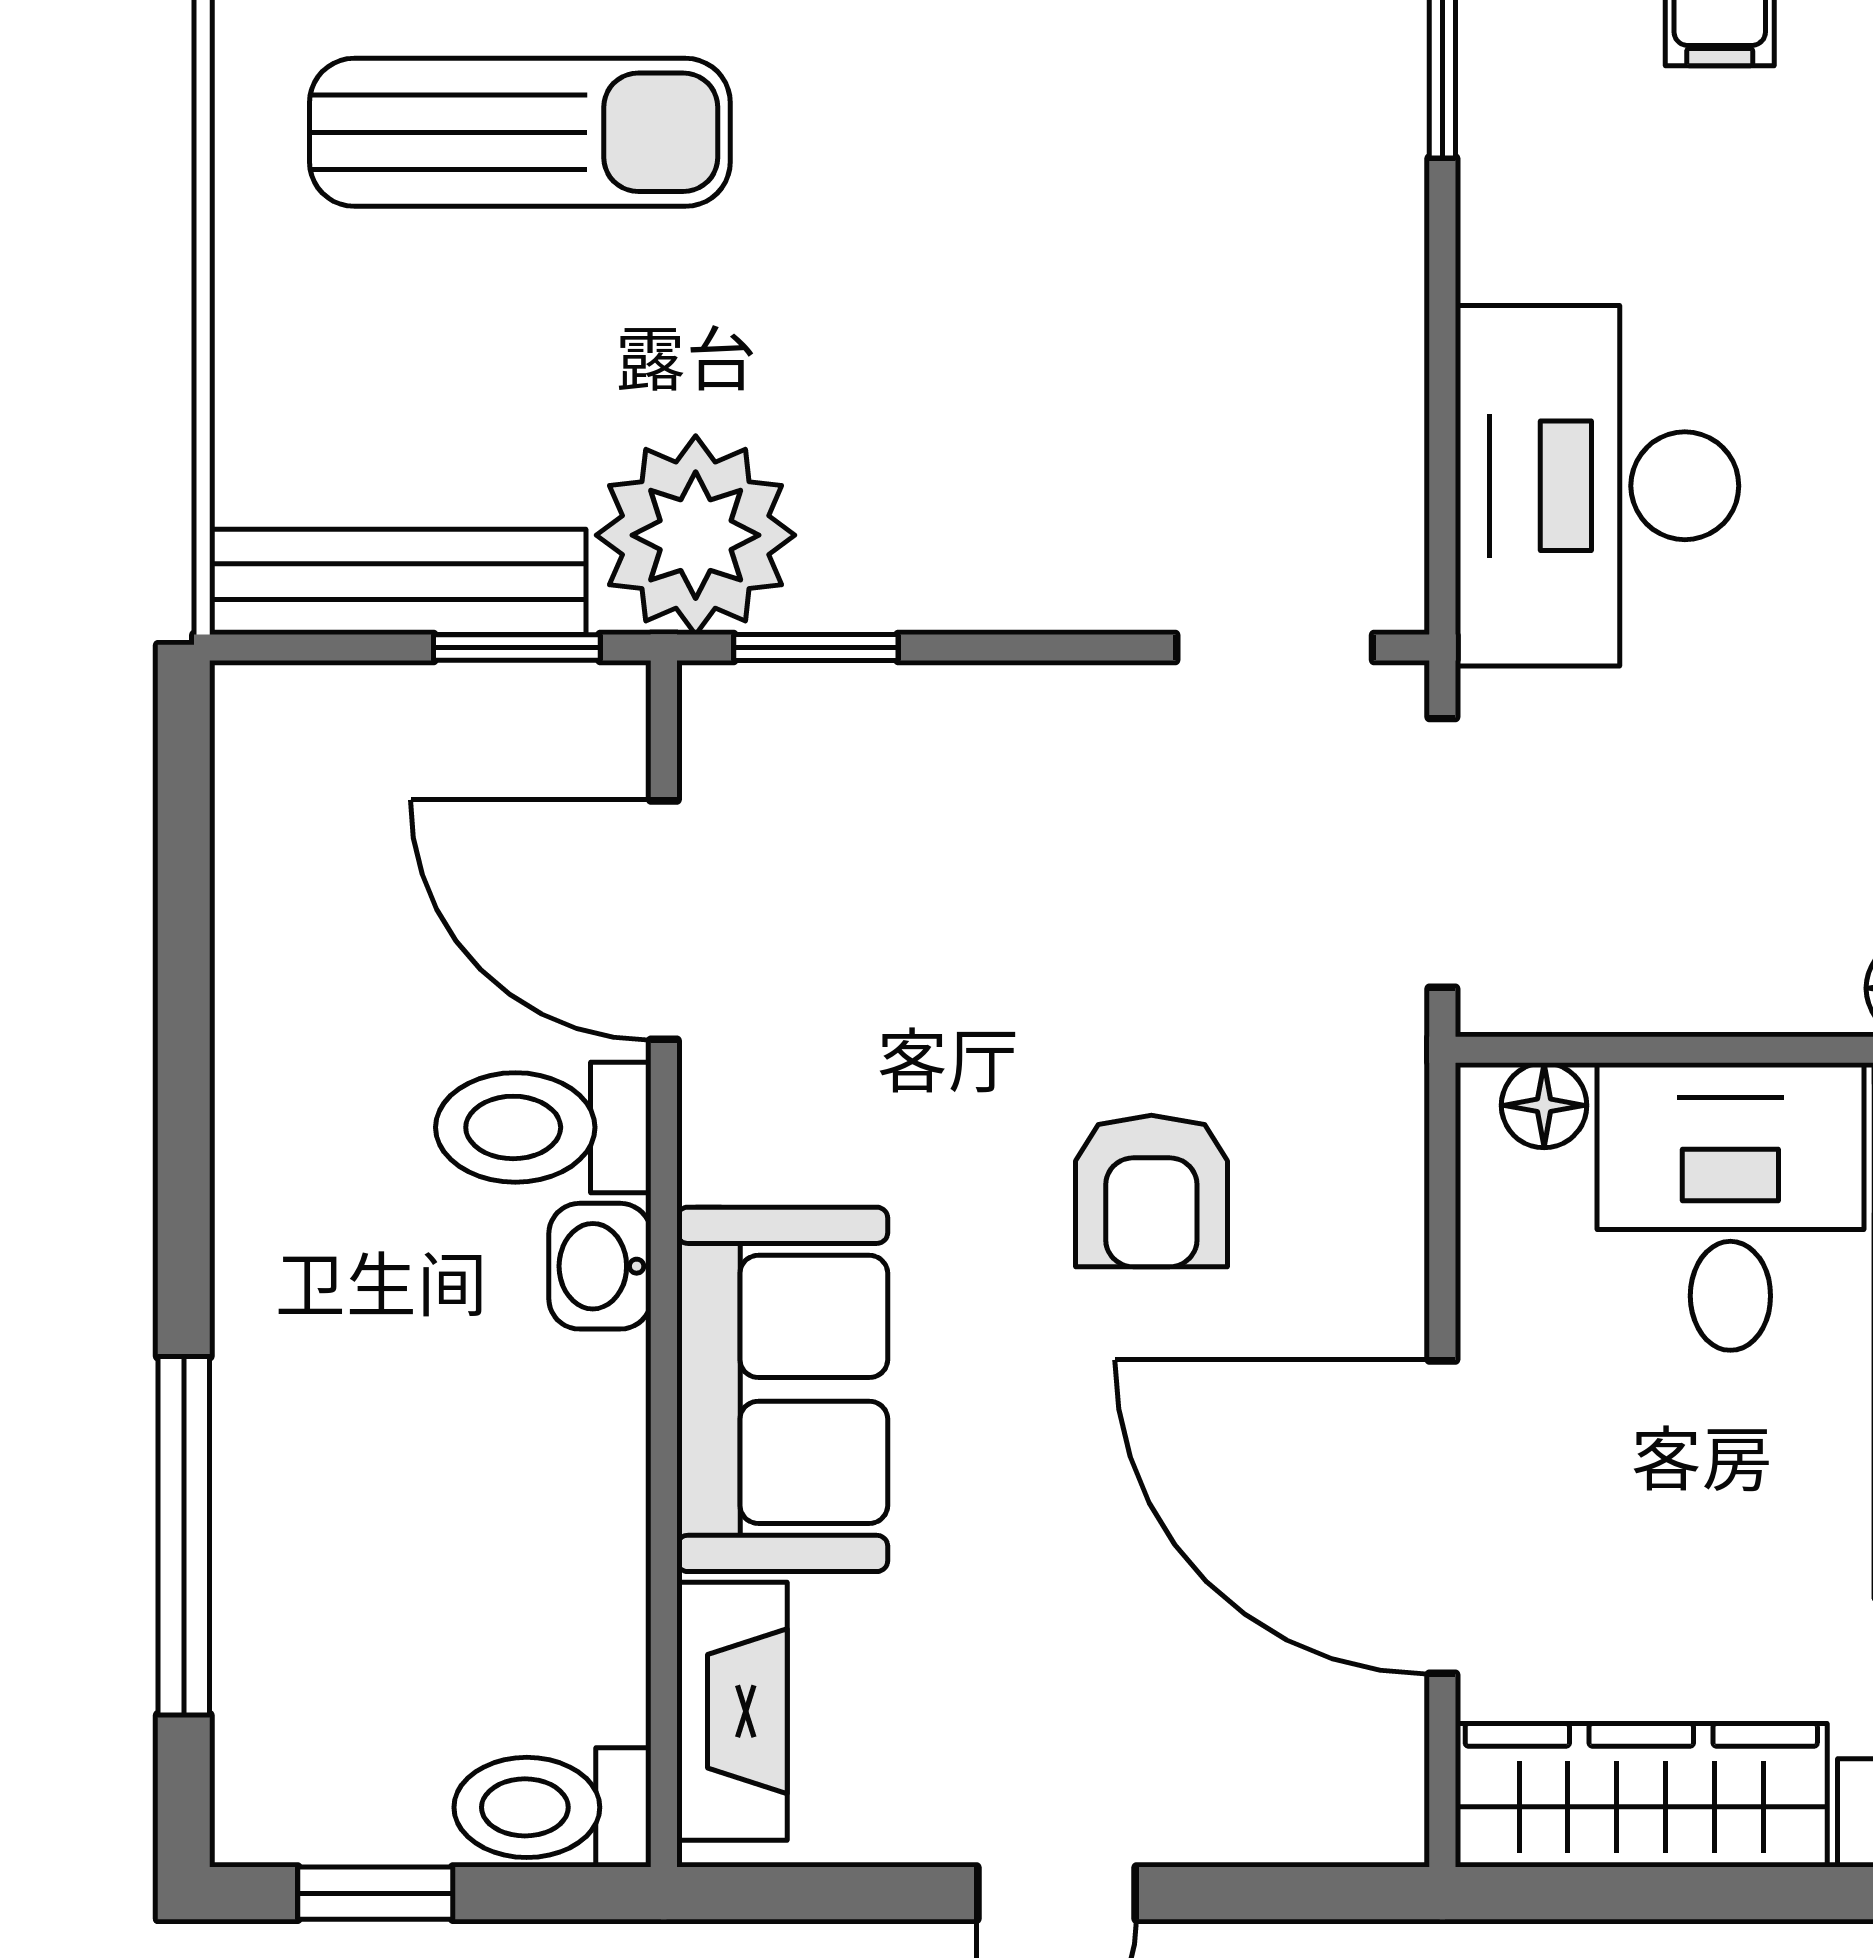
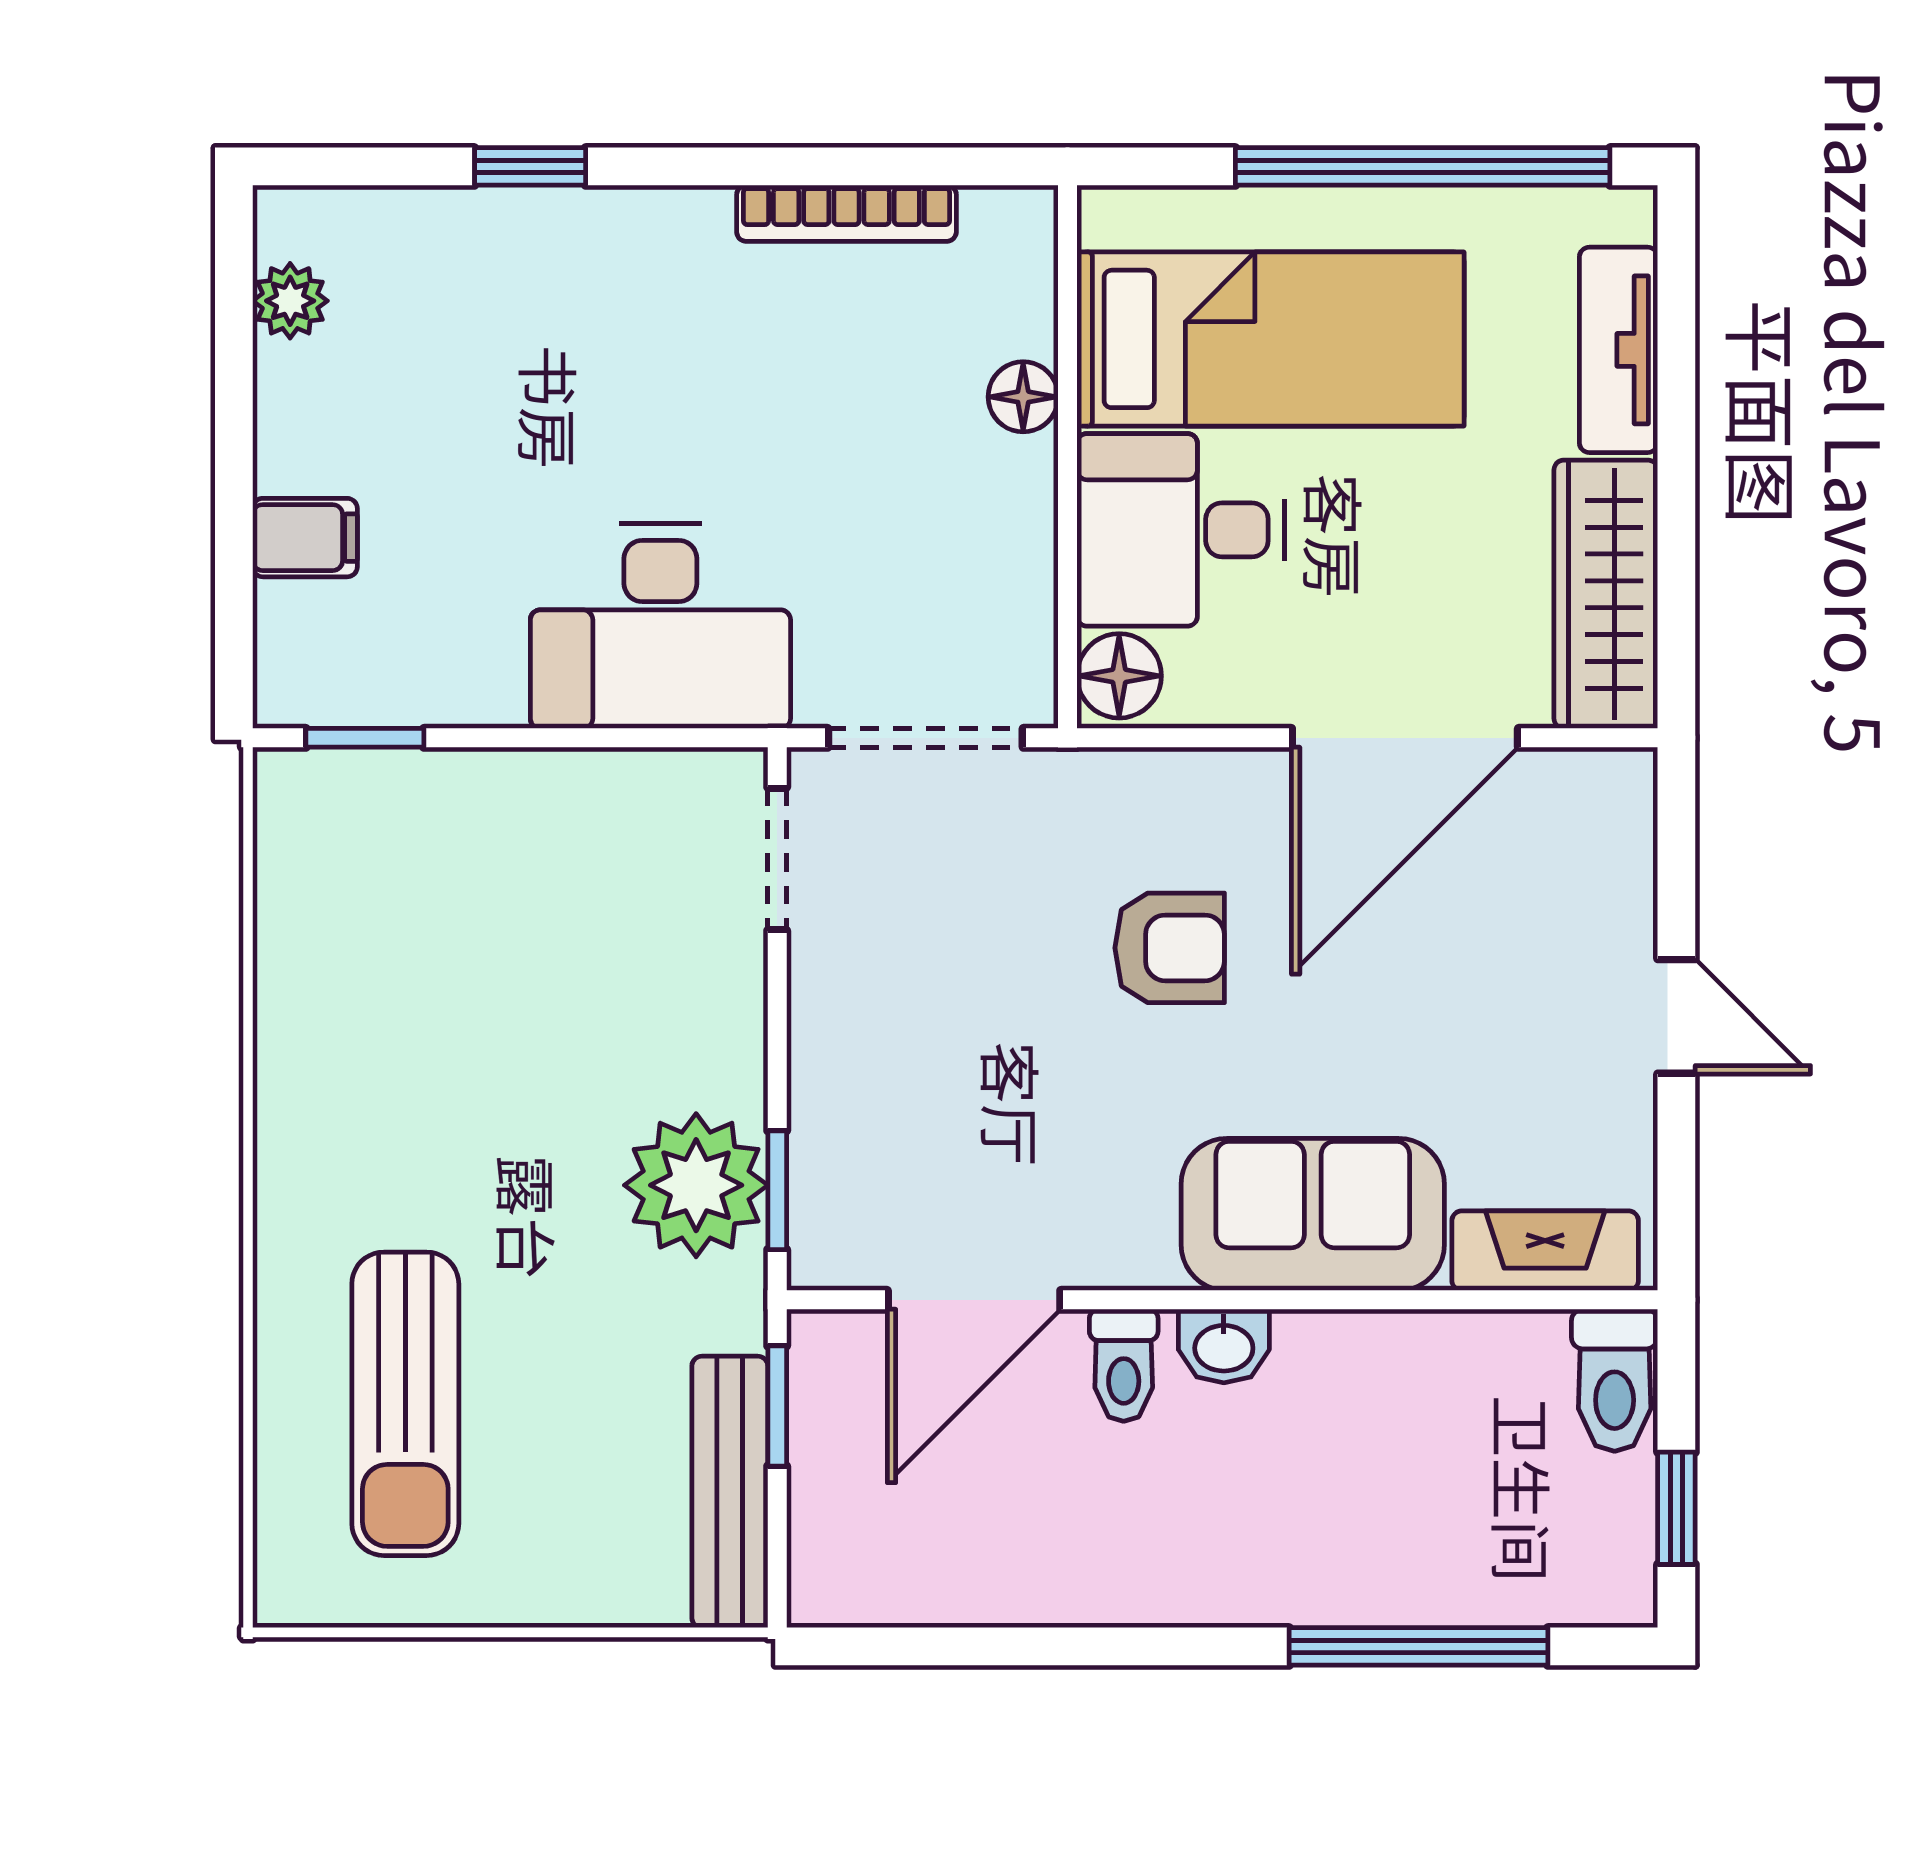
sun lounger: (520, 132) -> (405, 1404), turned 180
plant: (696, 535) -> (696, 1185), moved
floor lamp: (1544, 1105) -> (1119, 676), width x1.37, depth x1.37
toilet: (543, 1127) -> (1124, 1365), width x0.73, depth x0.72

